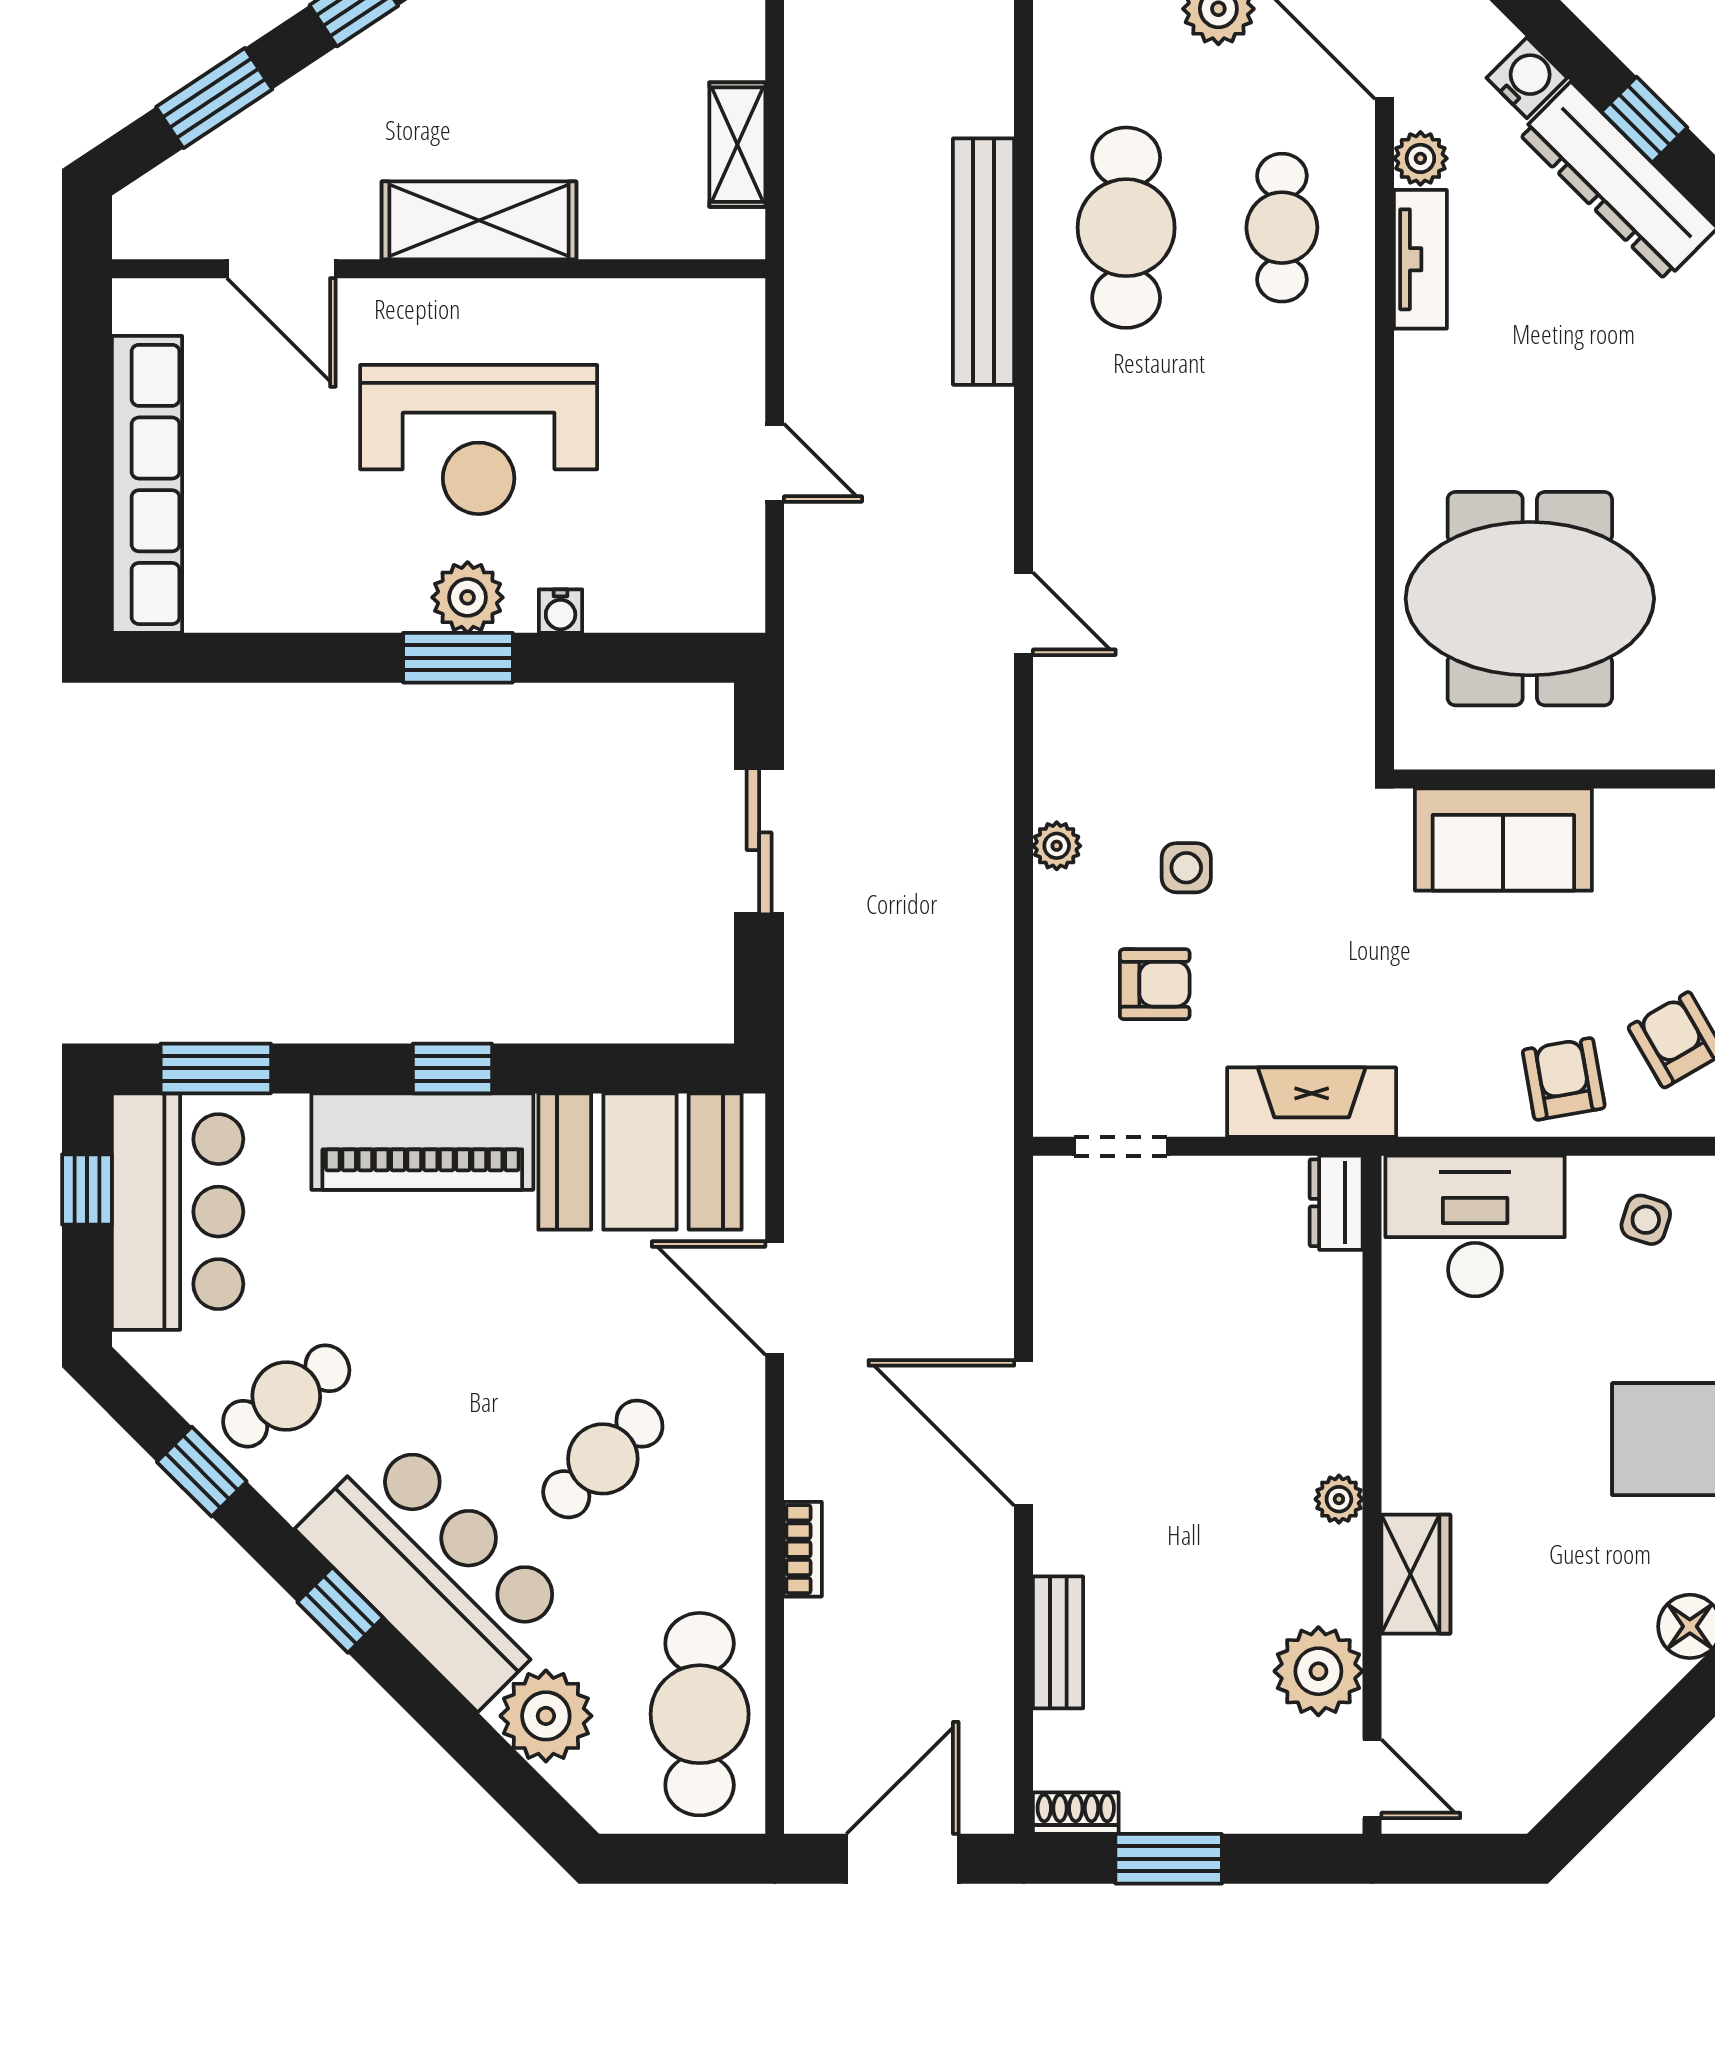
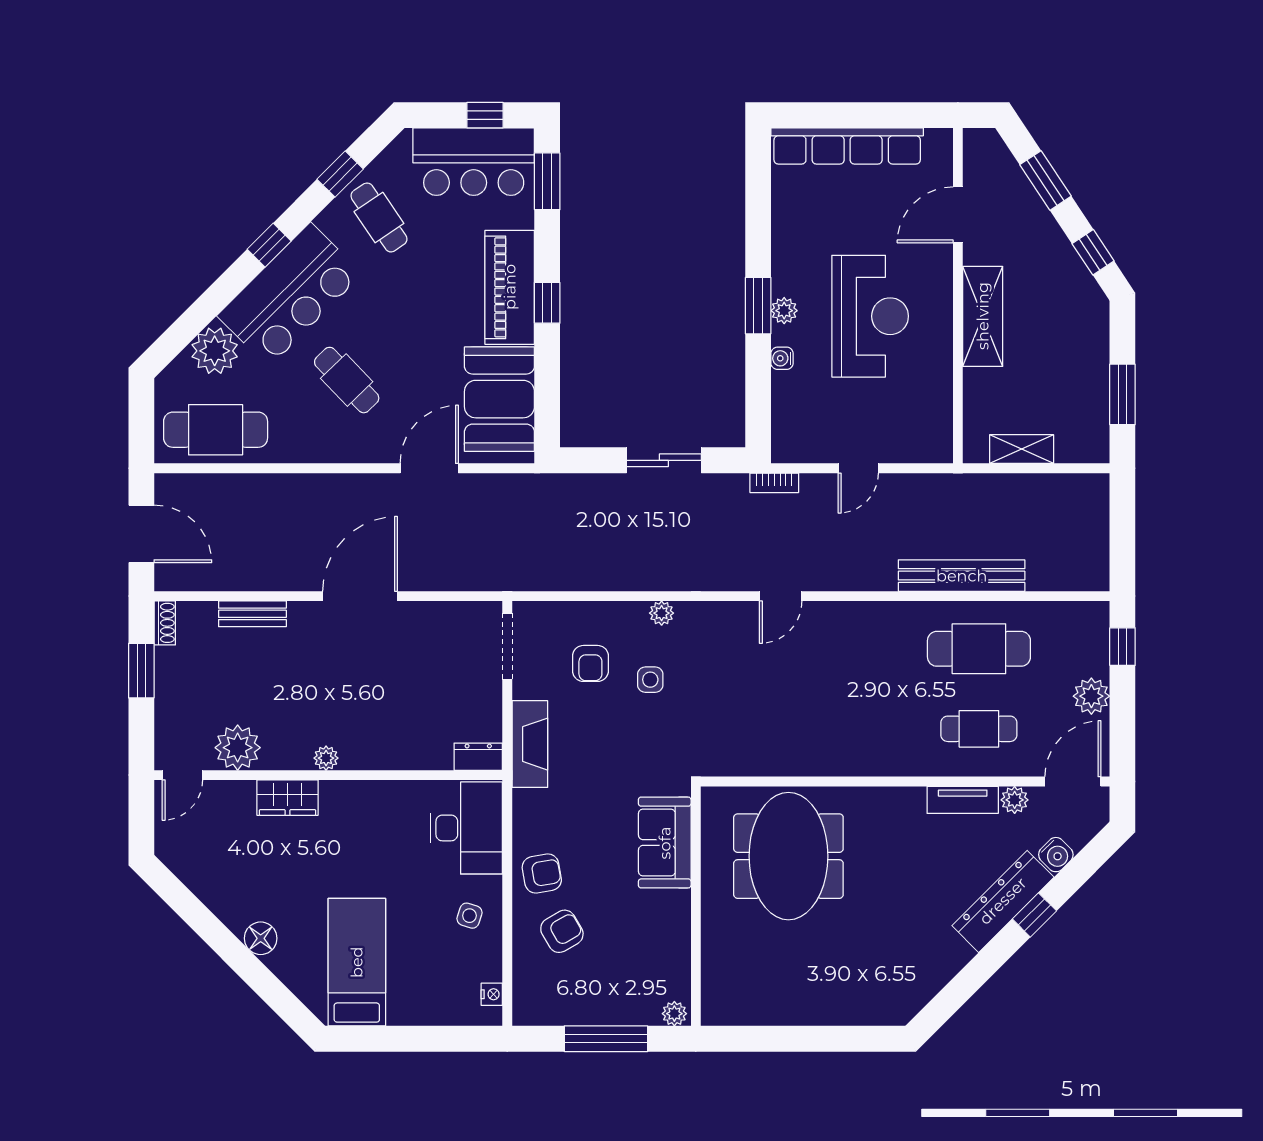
reception desk: (479, 440) -> (870, 316), turned 180
plant: (468, 597) -> (784, 311), width x0.73, depth x0.73
doorway: (1121, 1146) -> (507, 646), width x1.38
bookcase: (803, 1549) -> (774, 483), moved

